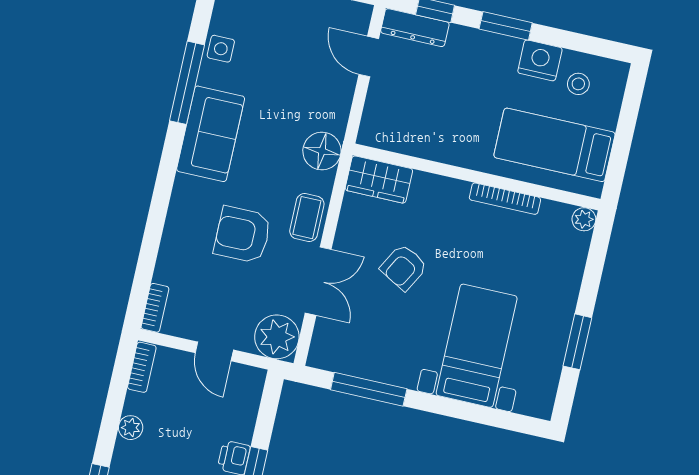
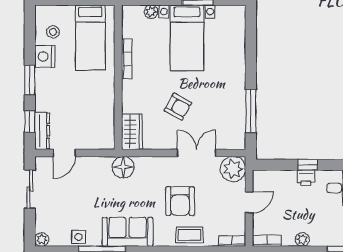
coffee table: (307, 218) -> (189, 235), moved
plant: (584, 219) -> (151, 12), moved
bed with nightstands: (477, 346) -> (187, 38), moved, turned -90

